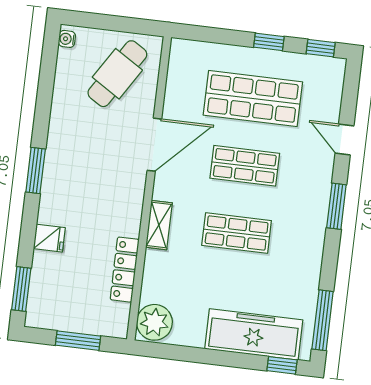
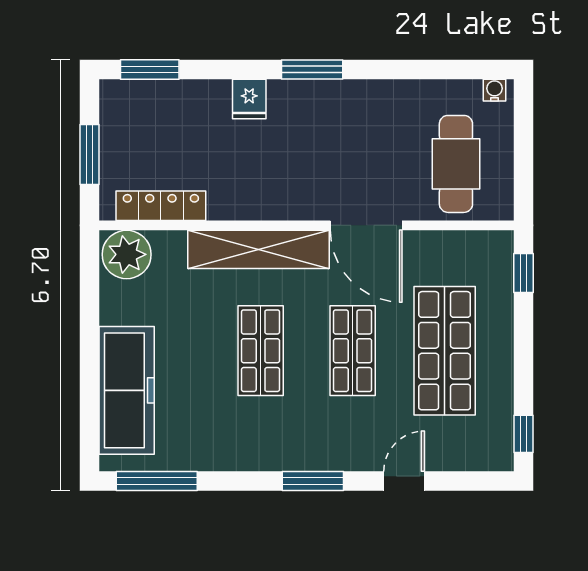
window: (269, 42) -> (524, 273), moved
cafe table: (117, 74) -> (456, 164), turned 58
shelving: (159, 225) -> (259, 249), width x2.20, depth x1.33
fridge: (49, 238) -> (249, 99), moved
locker: (125, 270) -> (161, 206), moved
window: (282, 365) -> (90, 434), removed

